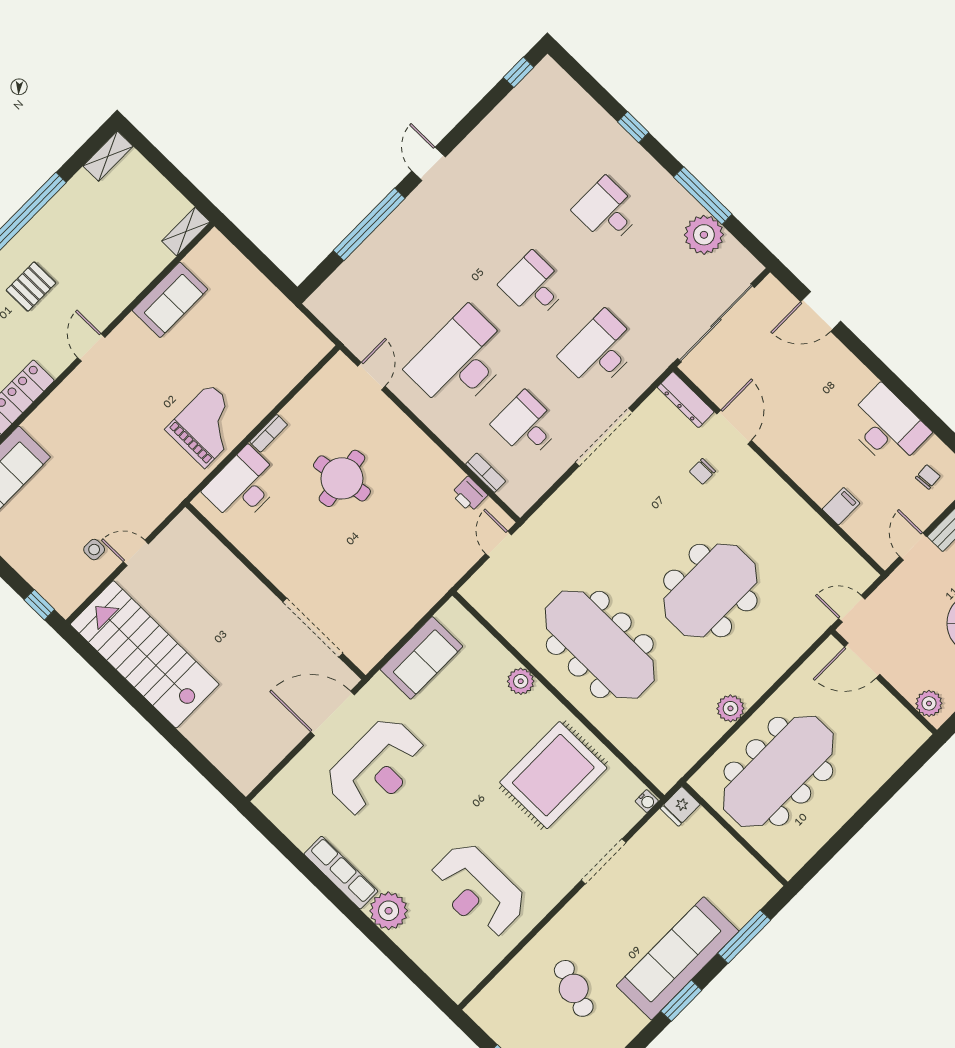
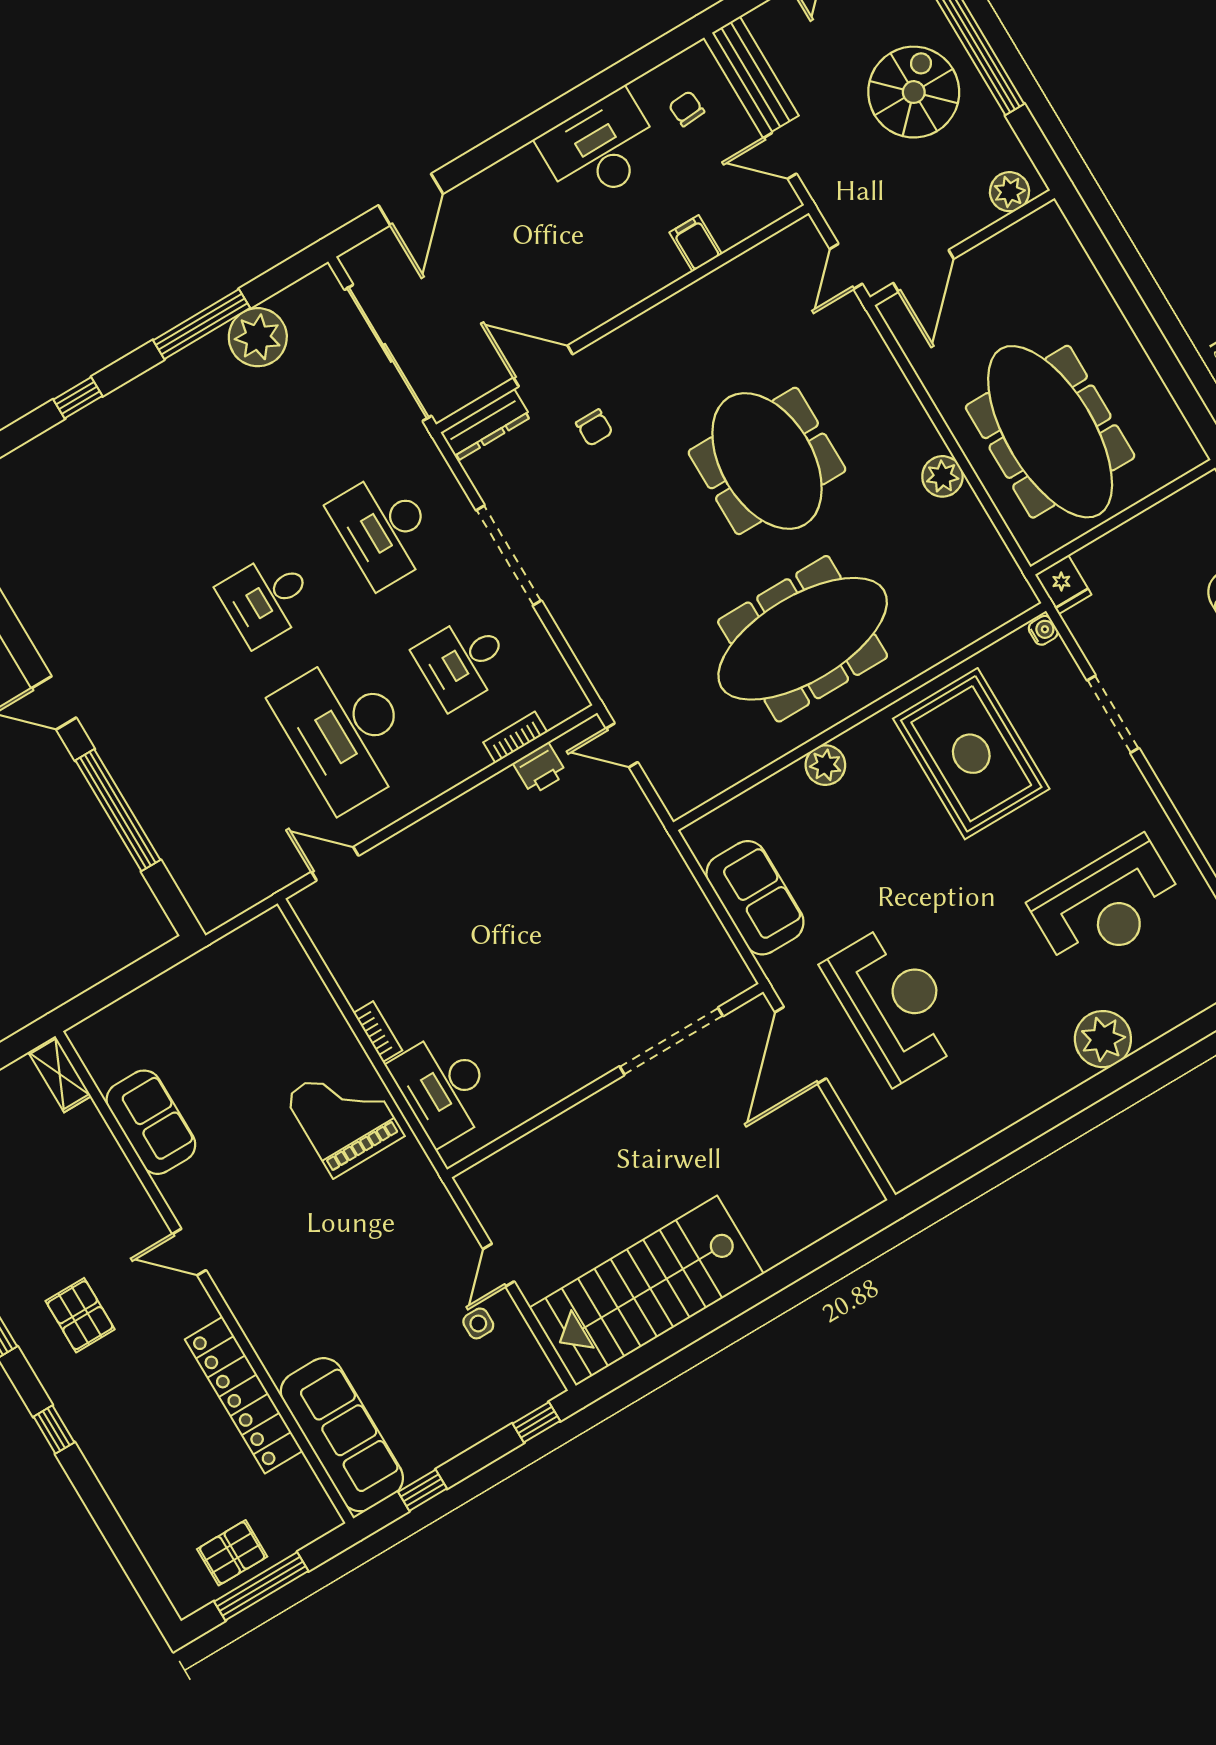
desk: (607, 211) -> (188, 466), removed
round table: (342, 478) -> (470, 944), removed
row of seats: (341, 873) -> (1031, 1093), removed

